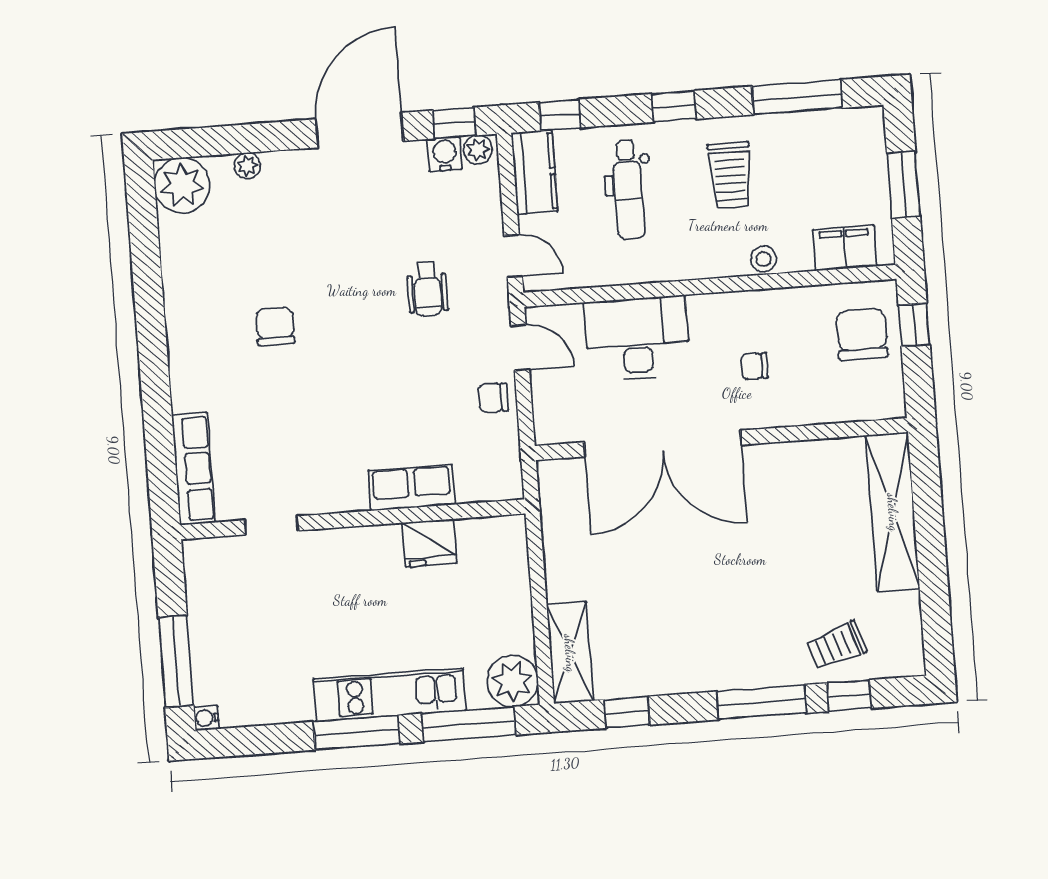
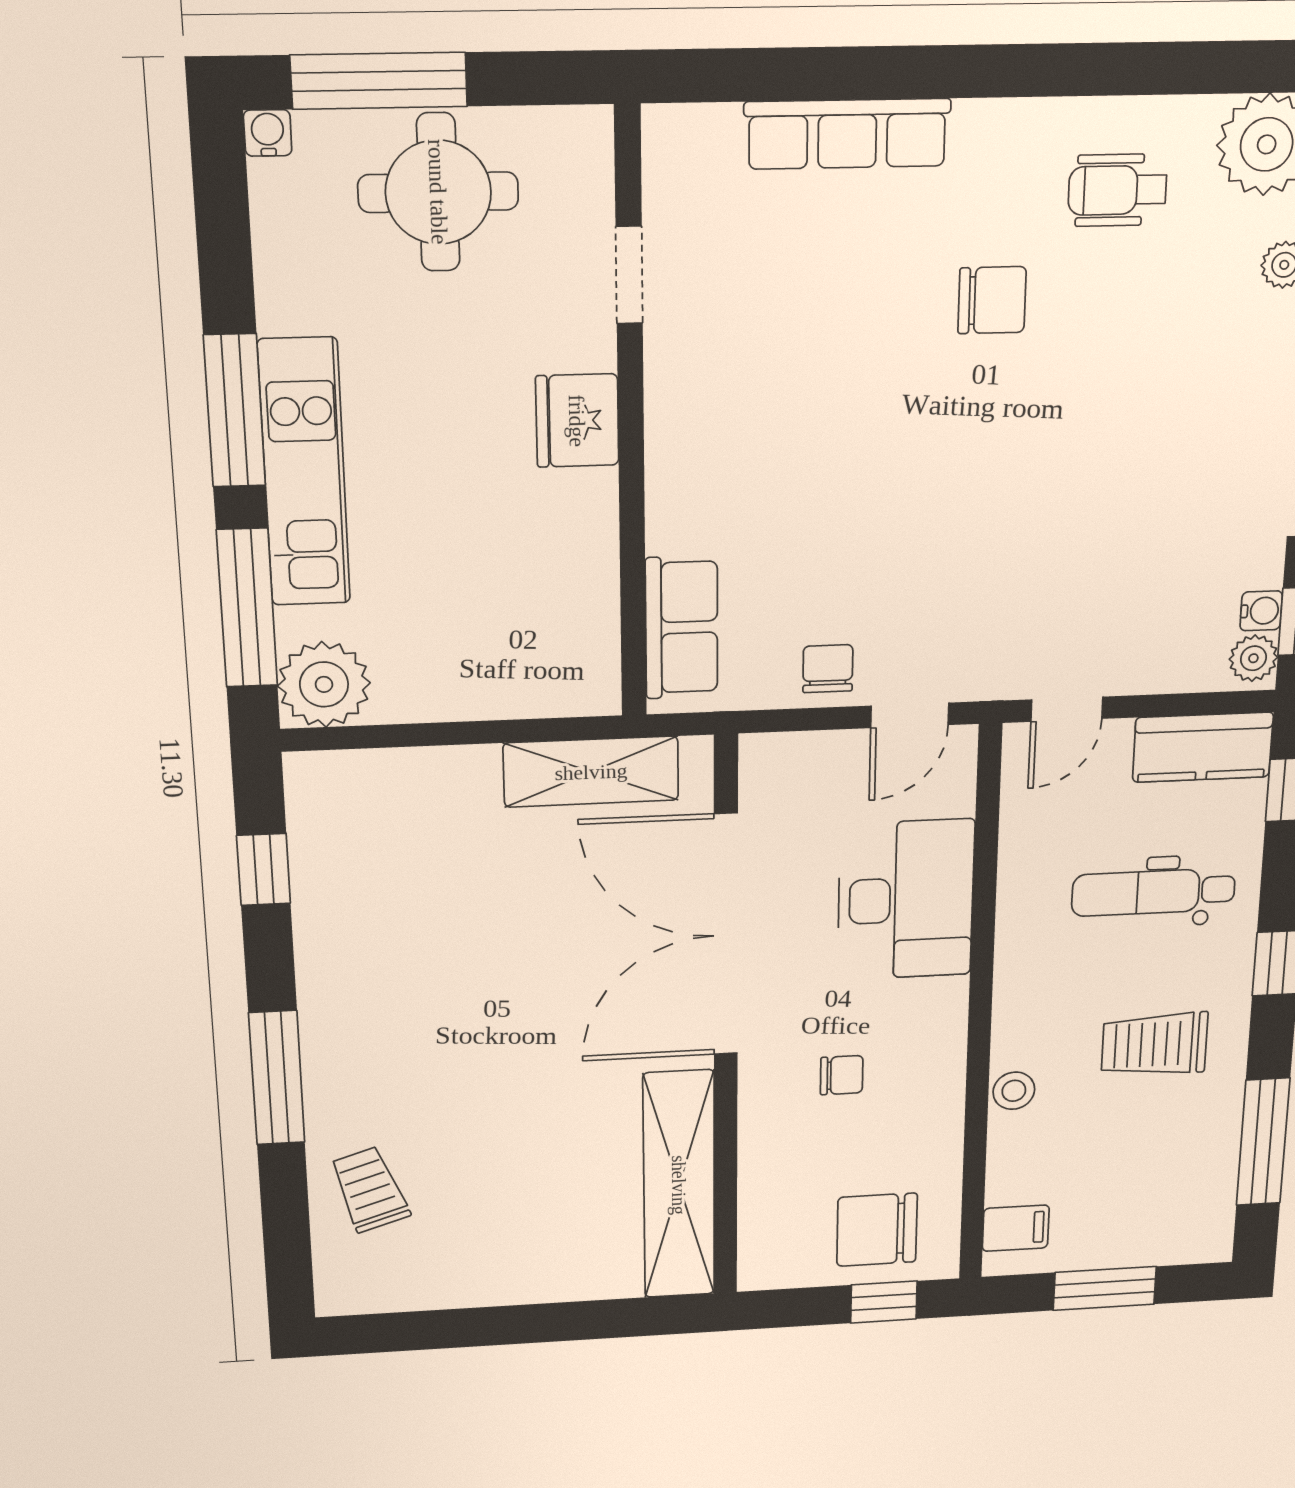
water cooler: (445, 154) -> (1261, 611), width x0.72, depth x0.72
filing cabinet: (845, 248) -> (1016, 1228), width x0.50
wheelchair: (427, 289) -> (1117, 190), moved
chair: (862, 334) -> (877, 1230), turned 180
chair: (754, 366) -> (842, 1075), turned 90
row of seats: (194, 469) -> (847, 134), moved
row of seats: (412, 488) -> (682, 627), moved
shelving: (893, 512) -> (679, 1185), moved, turned 90
fridge: (430, 543) -> (577, 421), moved
round table: (232, 629) -> (438, 192), added
shelving: (570, 653) -> (591, 772), moved
window: (849, 696) -> (285, 1207), removed

